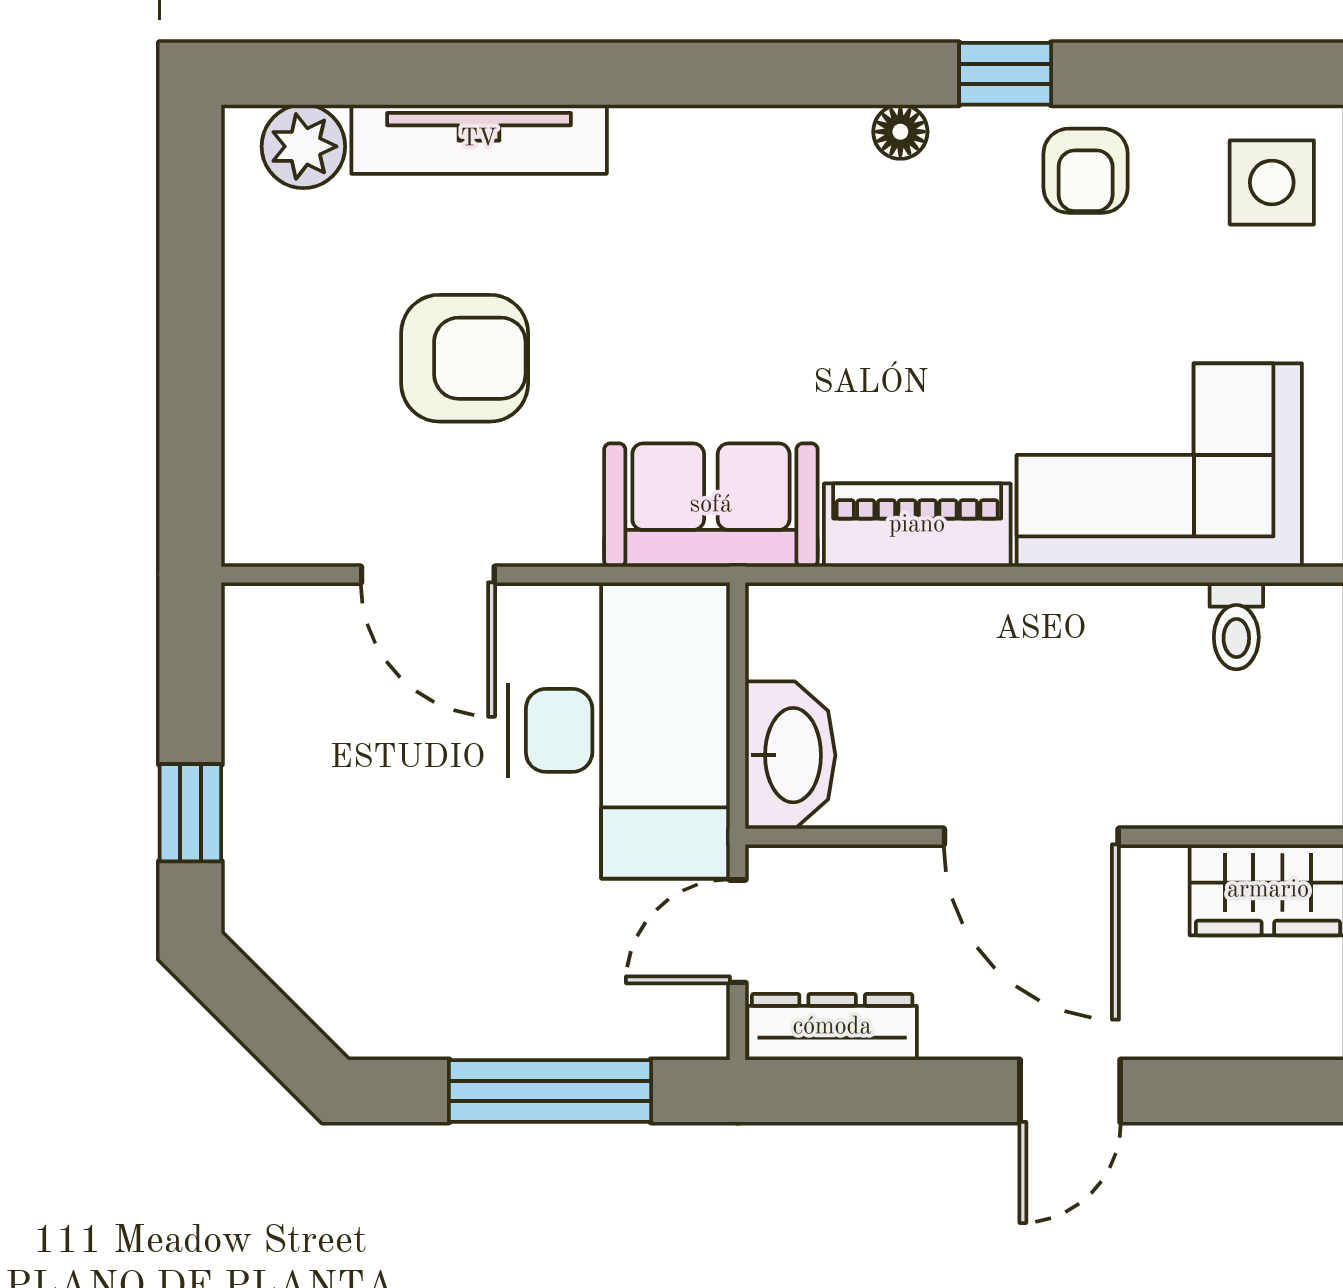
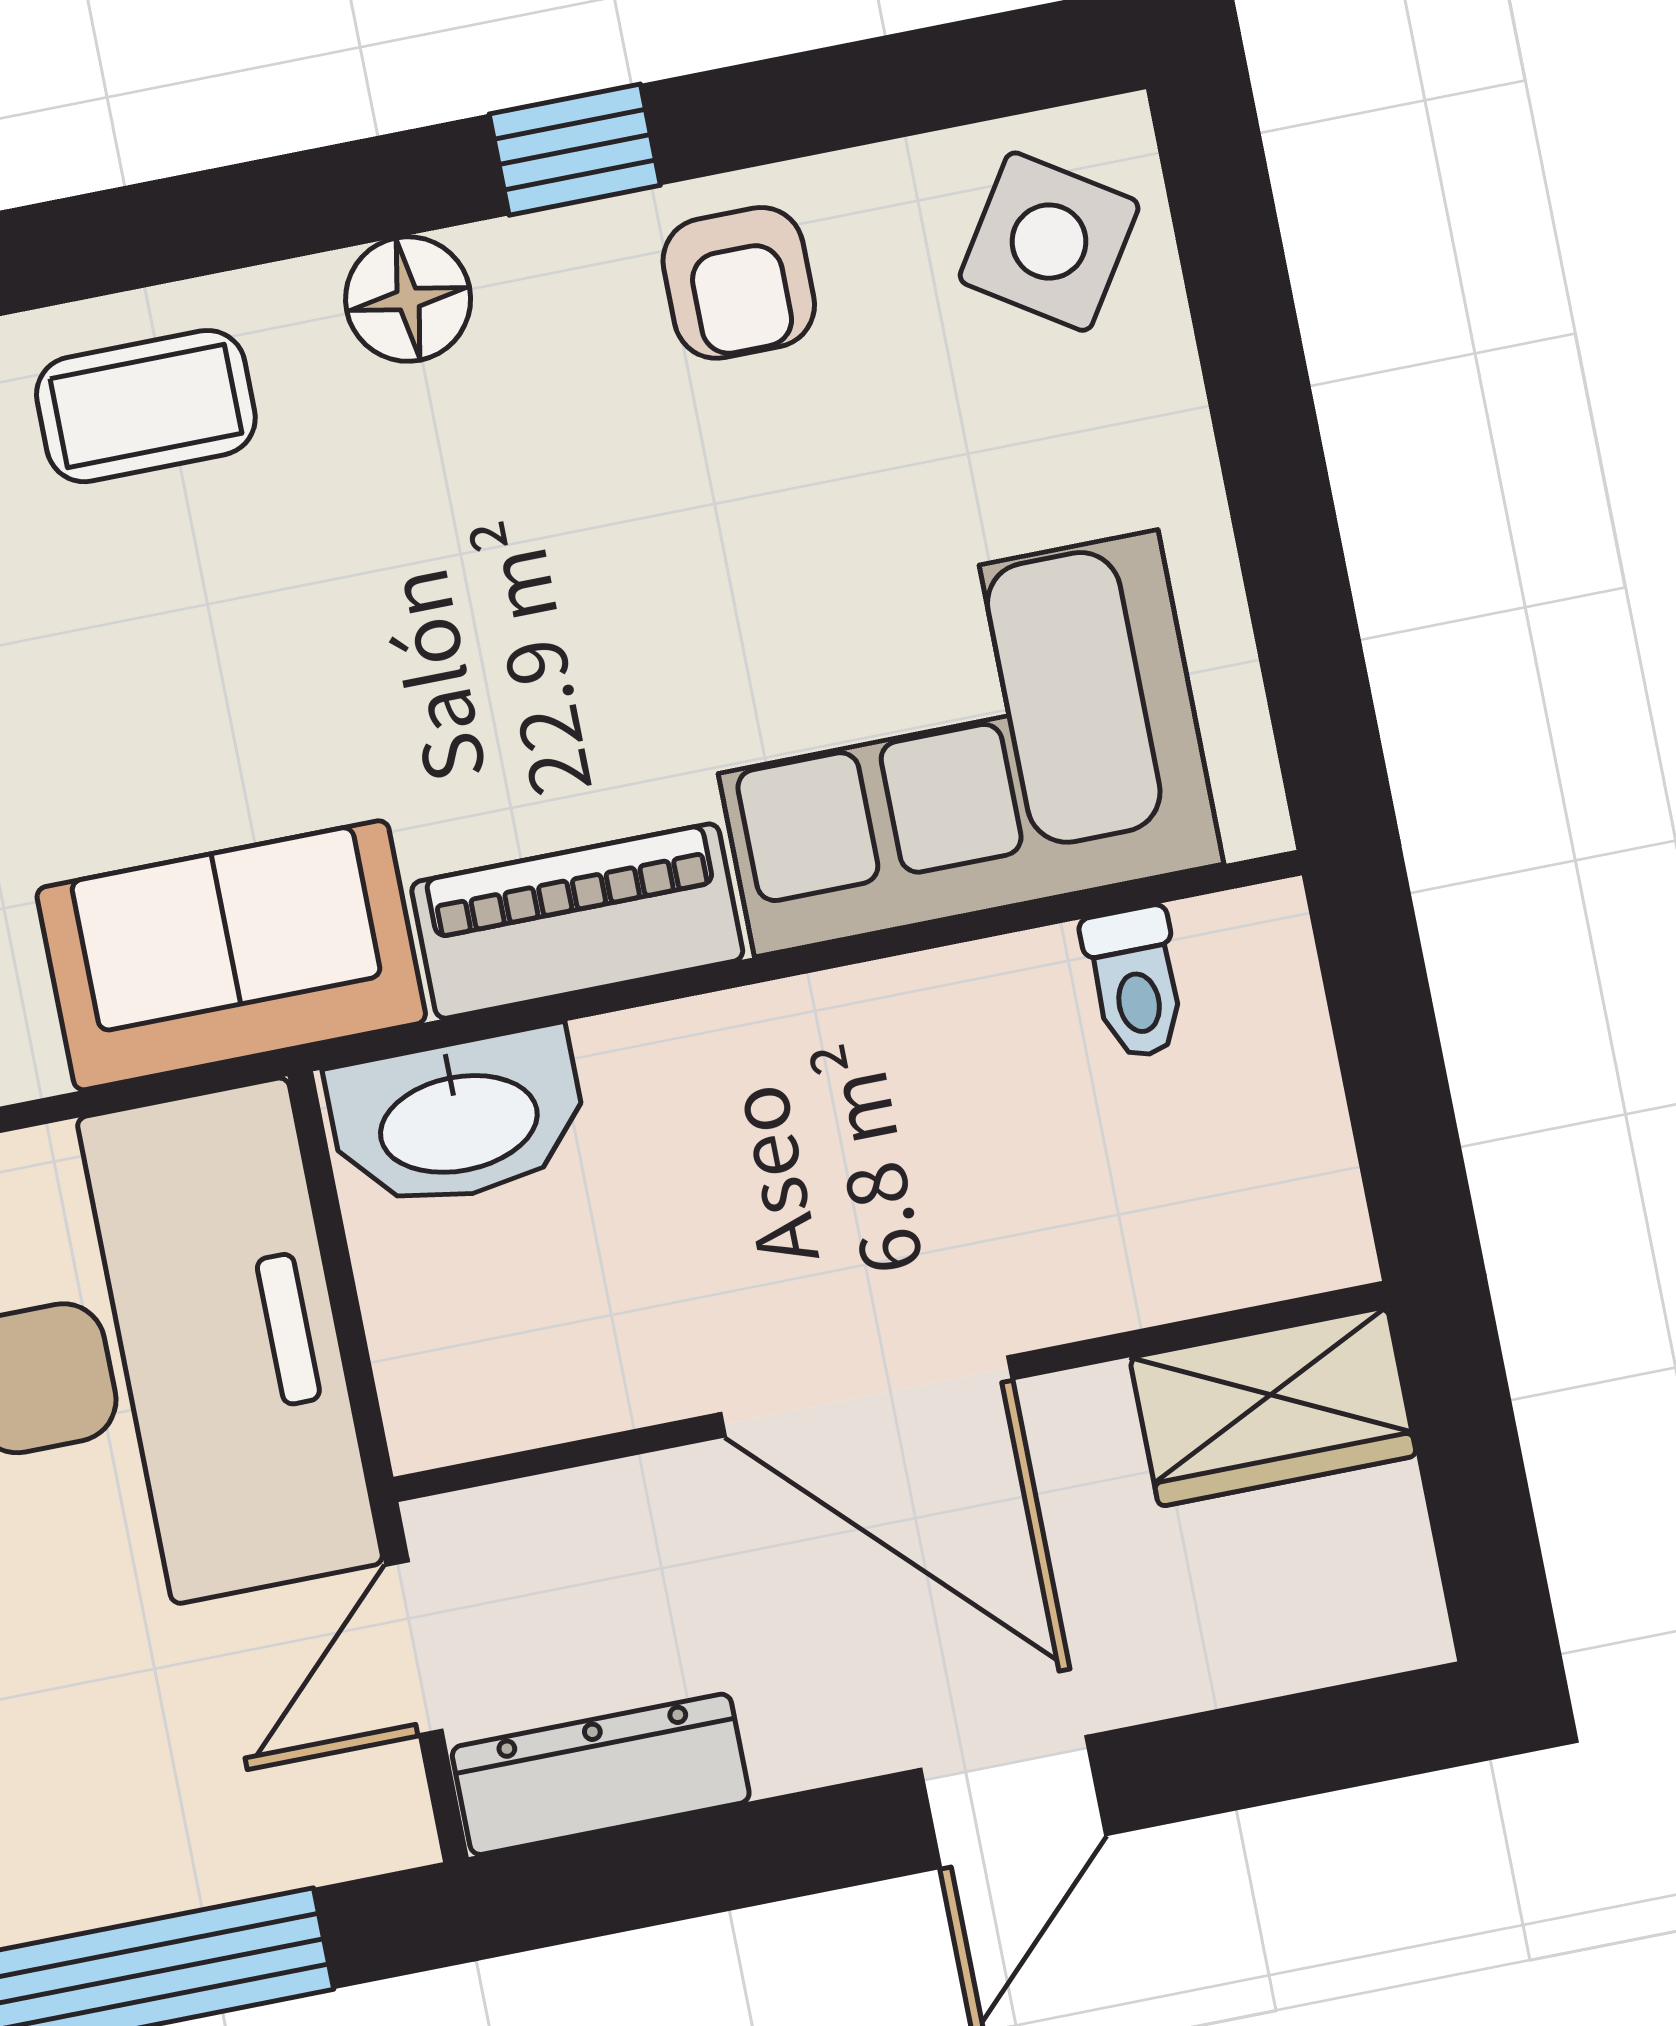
floor lamp: (900, 132) -> (408, 299), width x1.37, depth x1.37
coffee table: (725, 174) -> (146, 406), added
side table: (1272, 182) -> (1049, 242), turned 33
washbasin: (790, 755) -> (458, 1119), moved, turned 90

